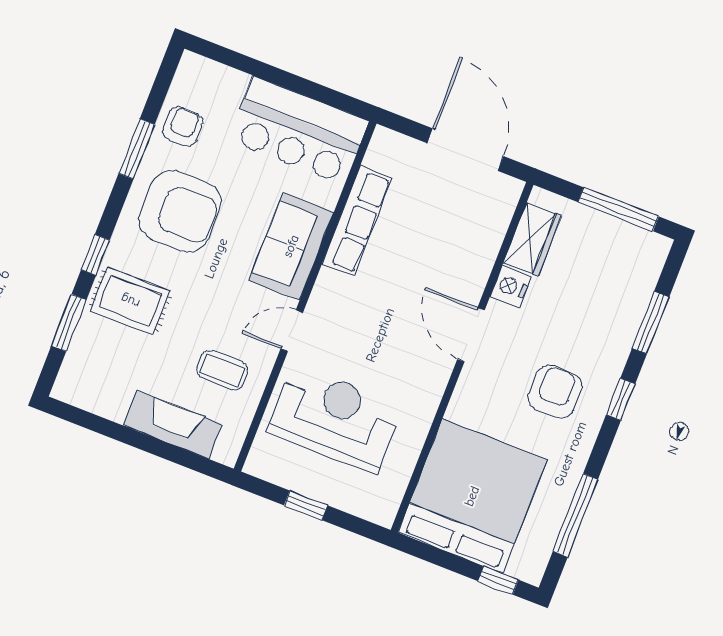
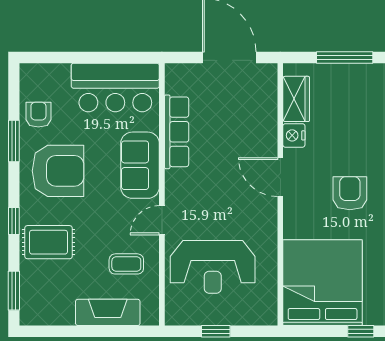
window: (69, 323) -> (14, 291), moved
reception desk: (335, 419) -> (213, 267), turned 180

